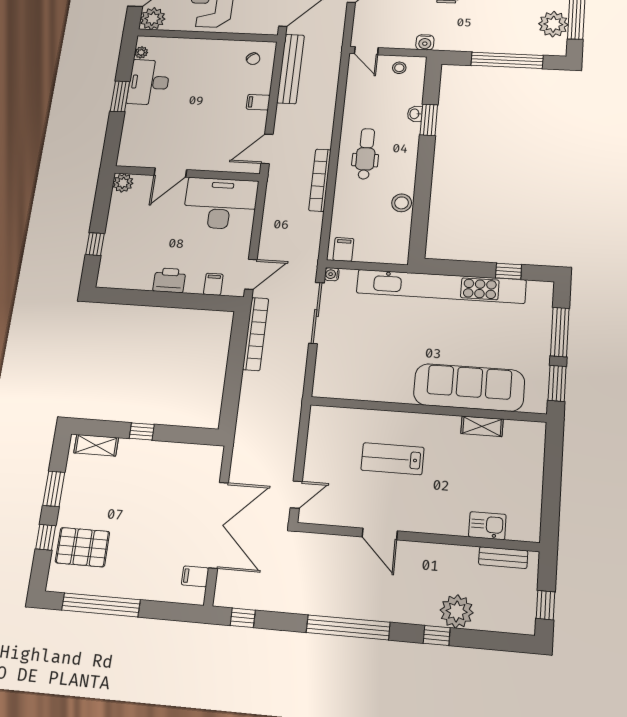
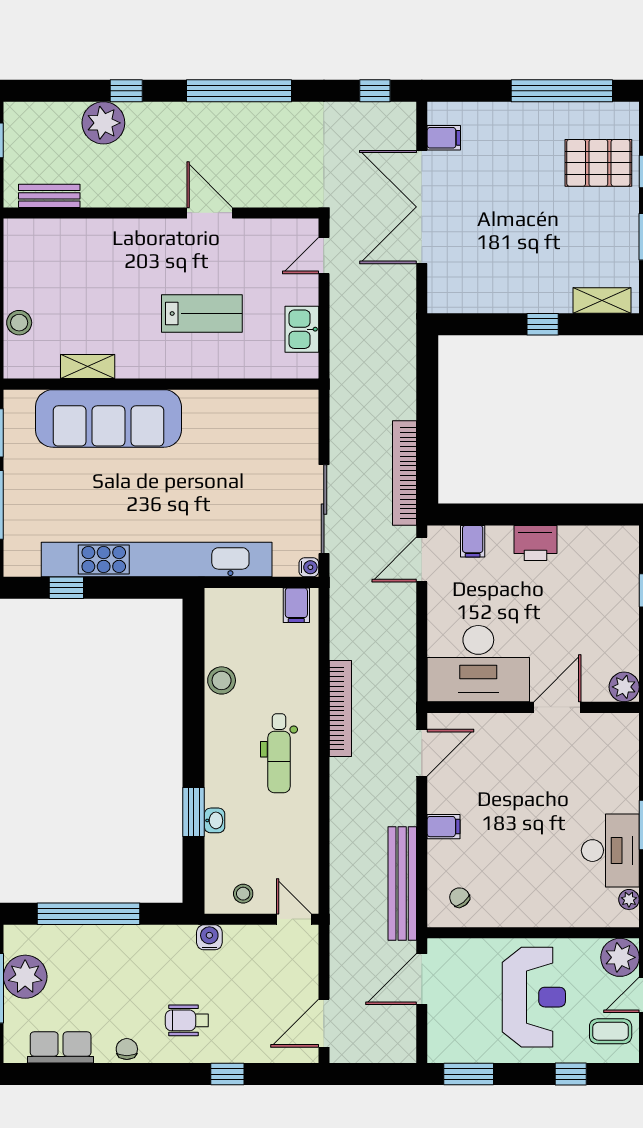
stool: (532, 463) -> (19, 323), added
kitchen sink: (487, 526) -> (302, 329), moved, turned 90

